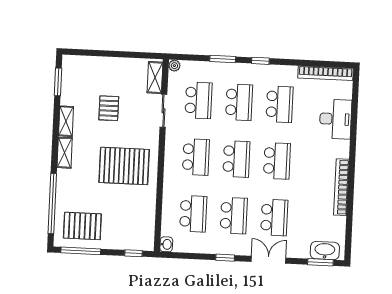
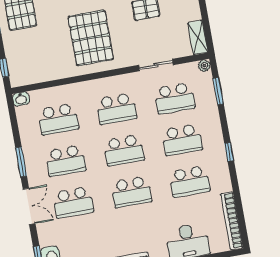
window: (223, 59) -> (218, 91), moved
shelving: (155, 78) -> (198, 38), moved, turned 90
window: (225, 258) -> (21, 162), width x1.50

